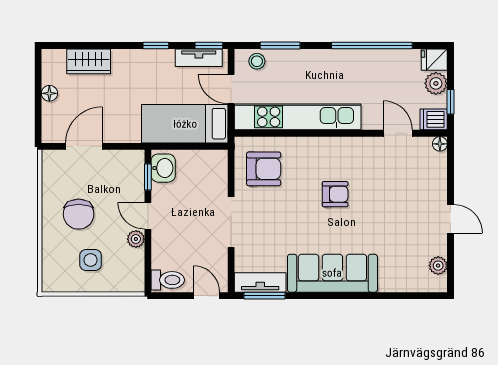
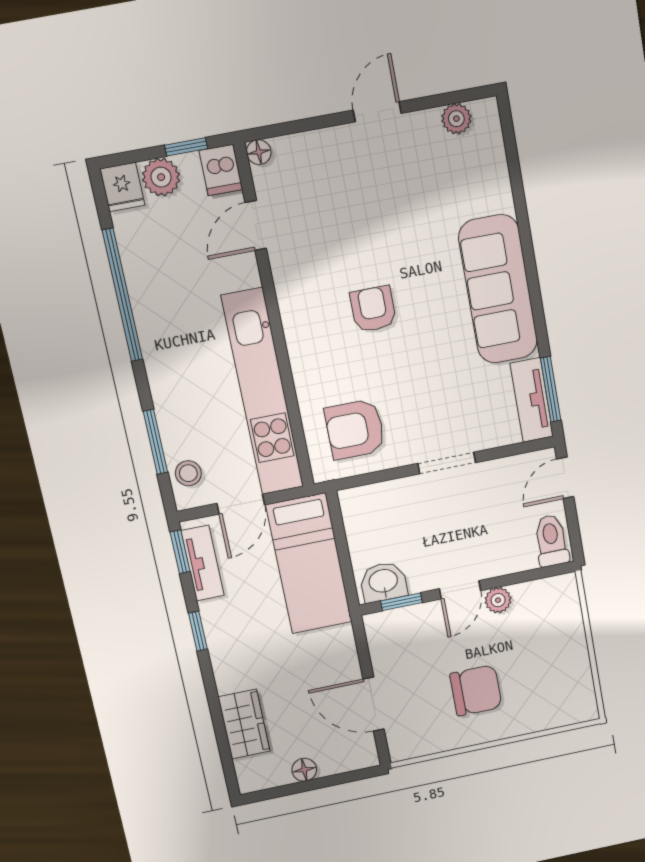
armchair: (264, 169) -> (355, 429), turned -90
doorway: (231, 222) -> (447, 463), width x0.73
side table: (91, 260) -> (541, 659), removed

